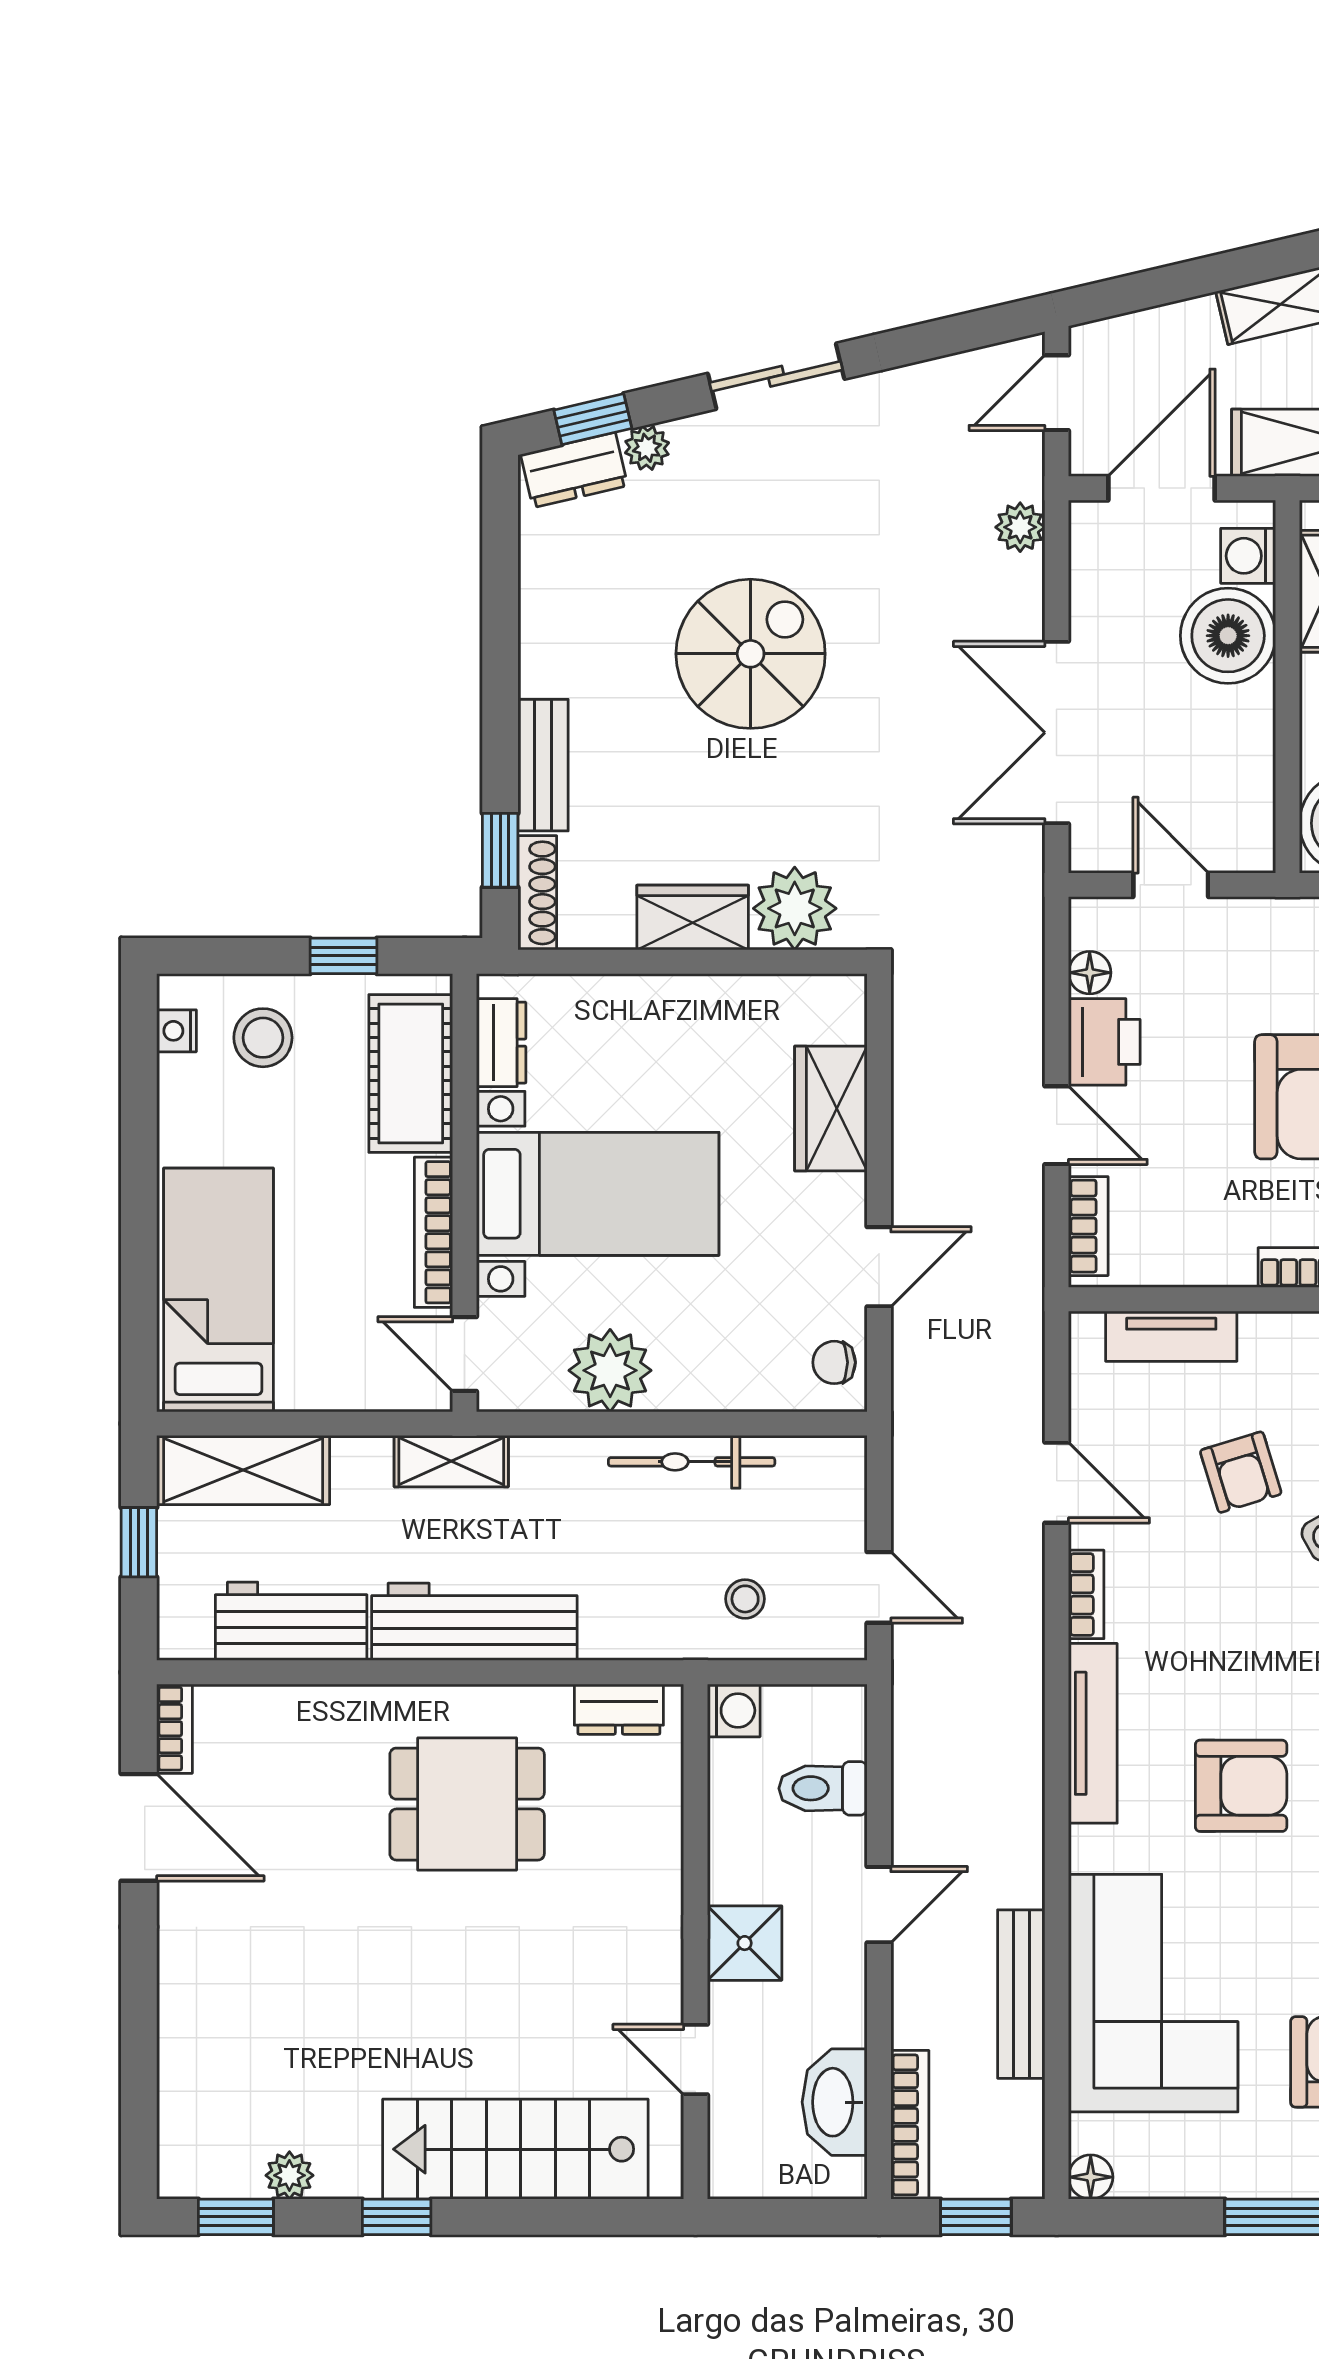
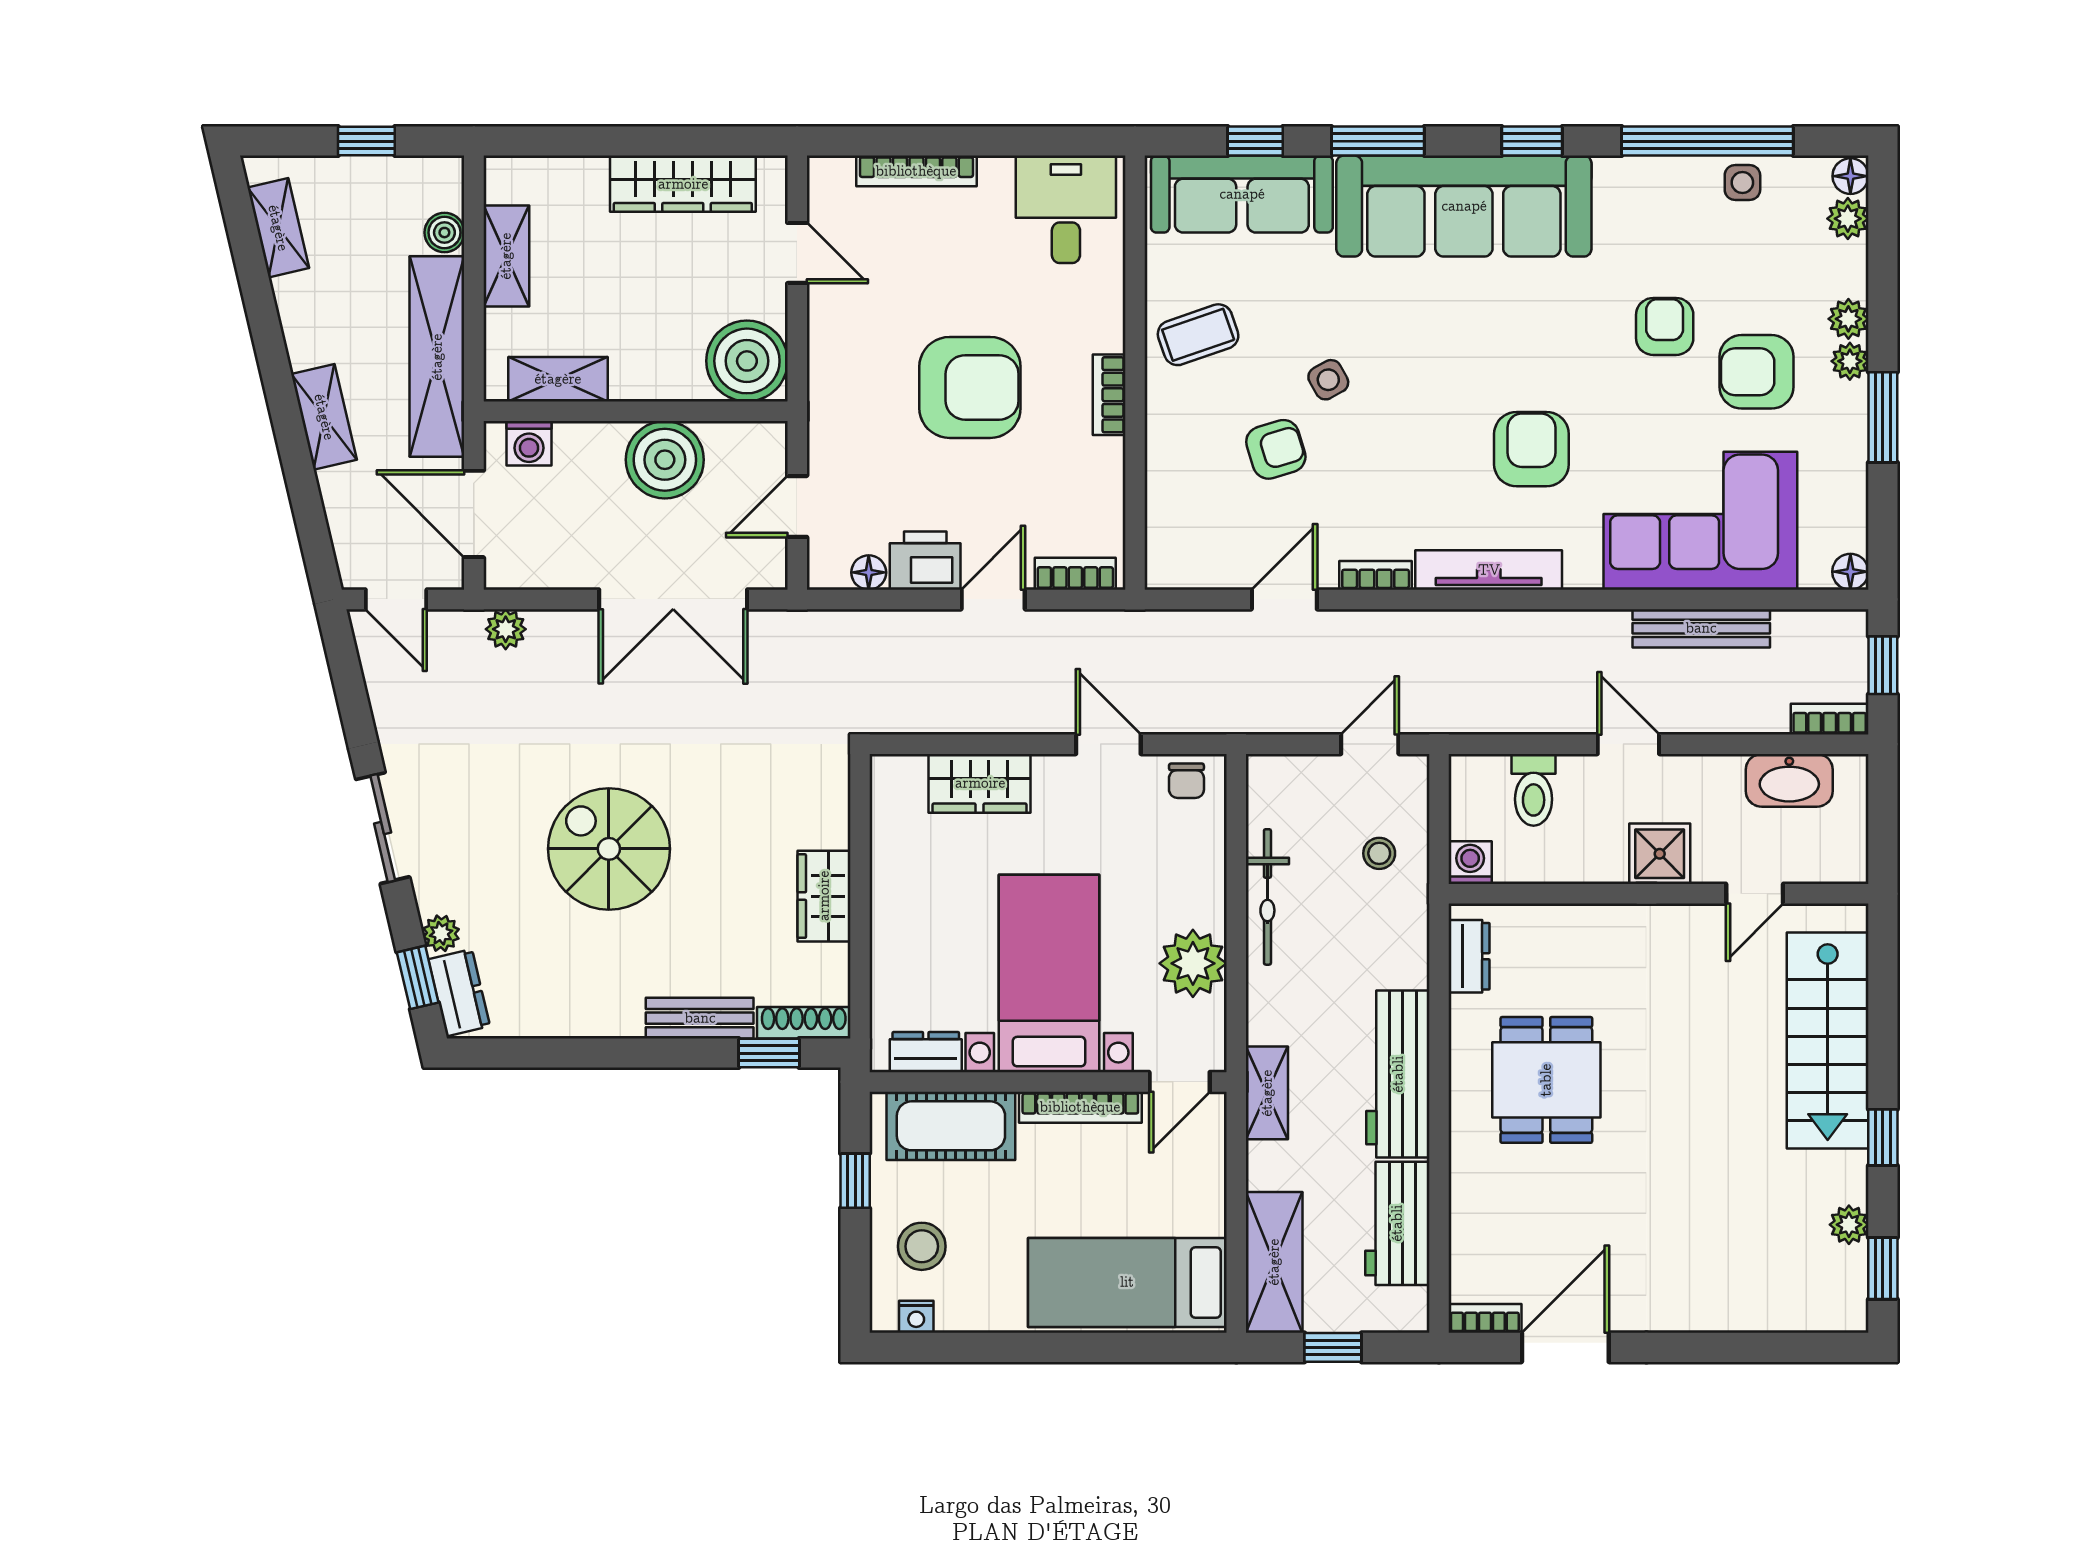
boiler: (1228, 636) -> (665, 460), moved
plant: (795, 908) -> (816, 813), removed
tv unit: (1171, 1336) -> (1165, 506), removed
bookcase: (910, 2125) -> (1830, 719), width x0.64

